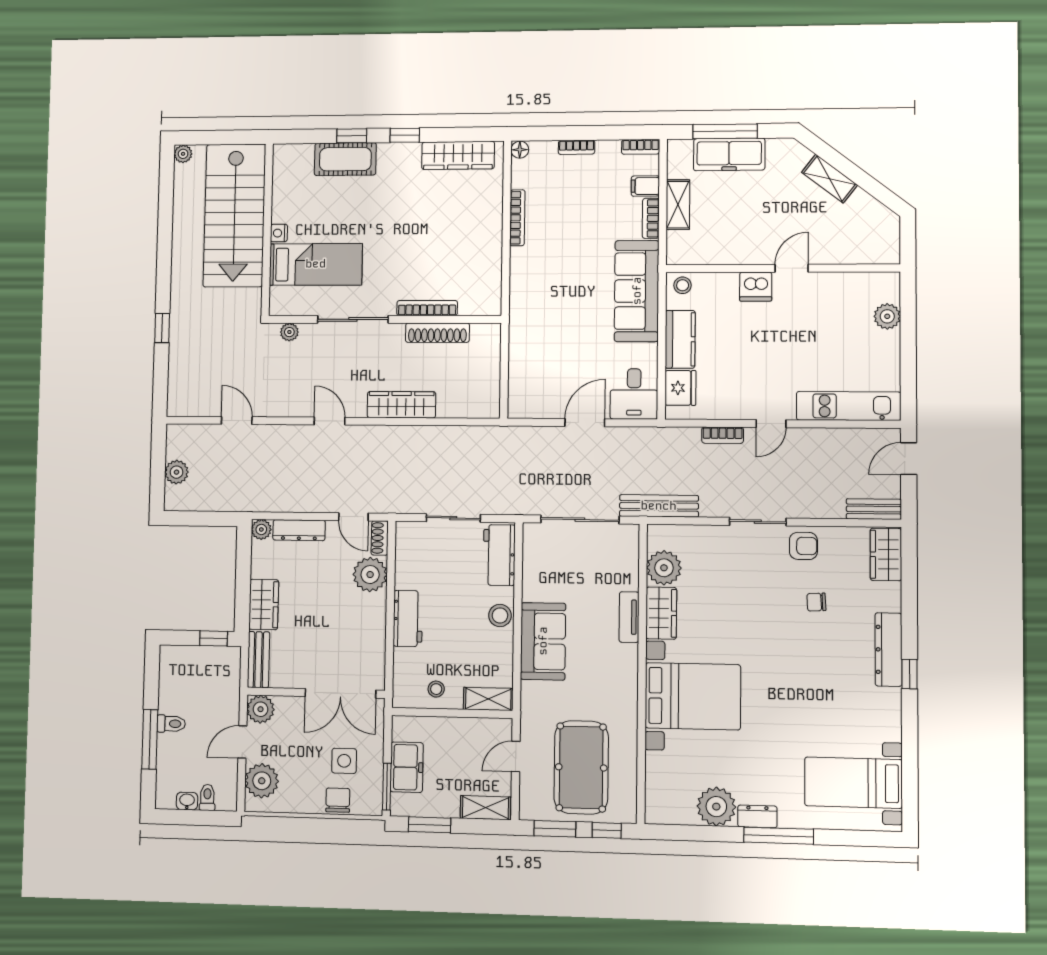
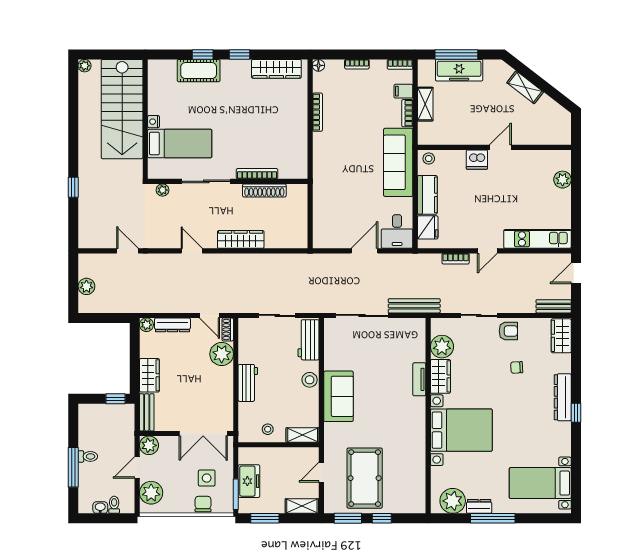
plant: (664, 568) -> (442, 347), moved
wardrobe: (661, 613) -> (440, 376), moved
tv unit: (629, 617) -> (419, 379), moved
wall: (642, 673) -> (428, 416), moved
bed with nightstands: (693, 696) -> (461, 430), moved

